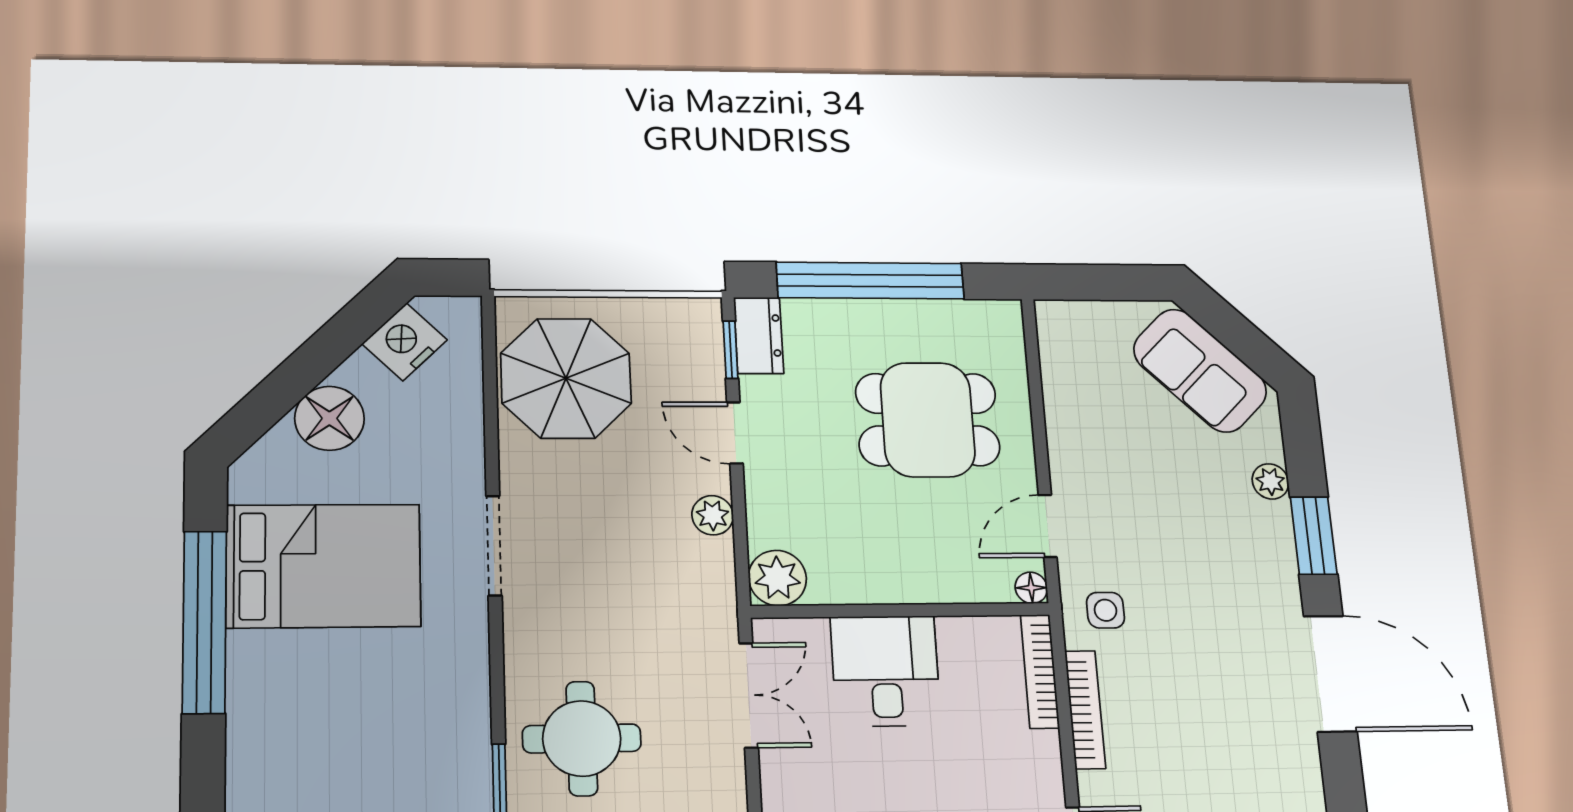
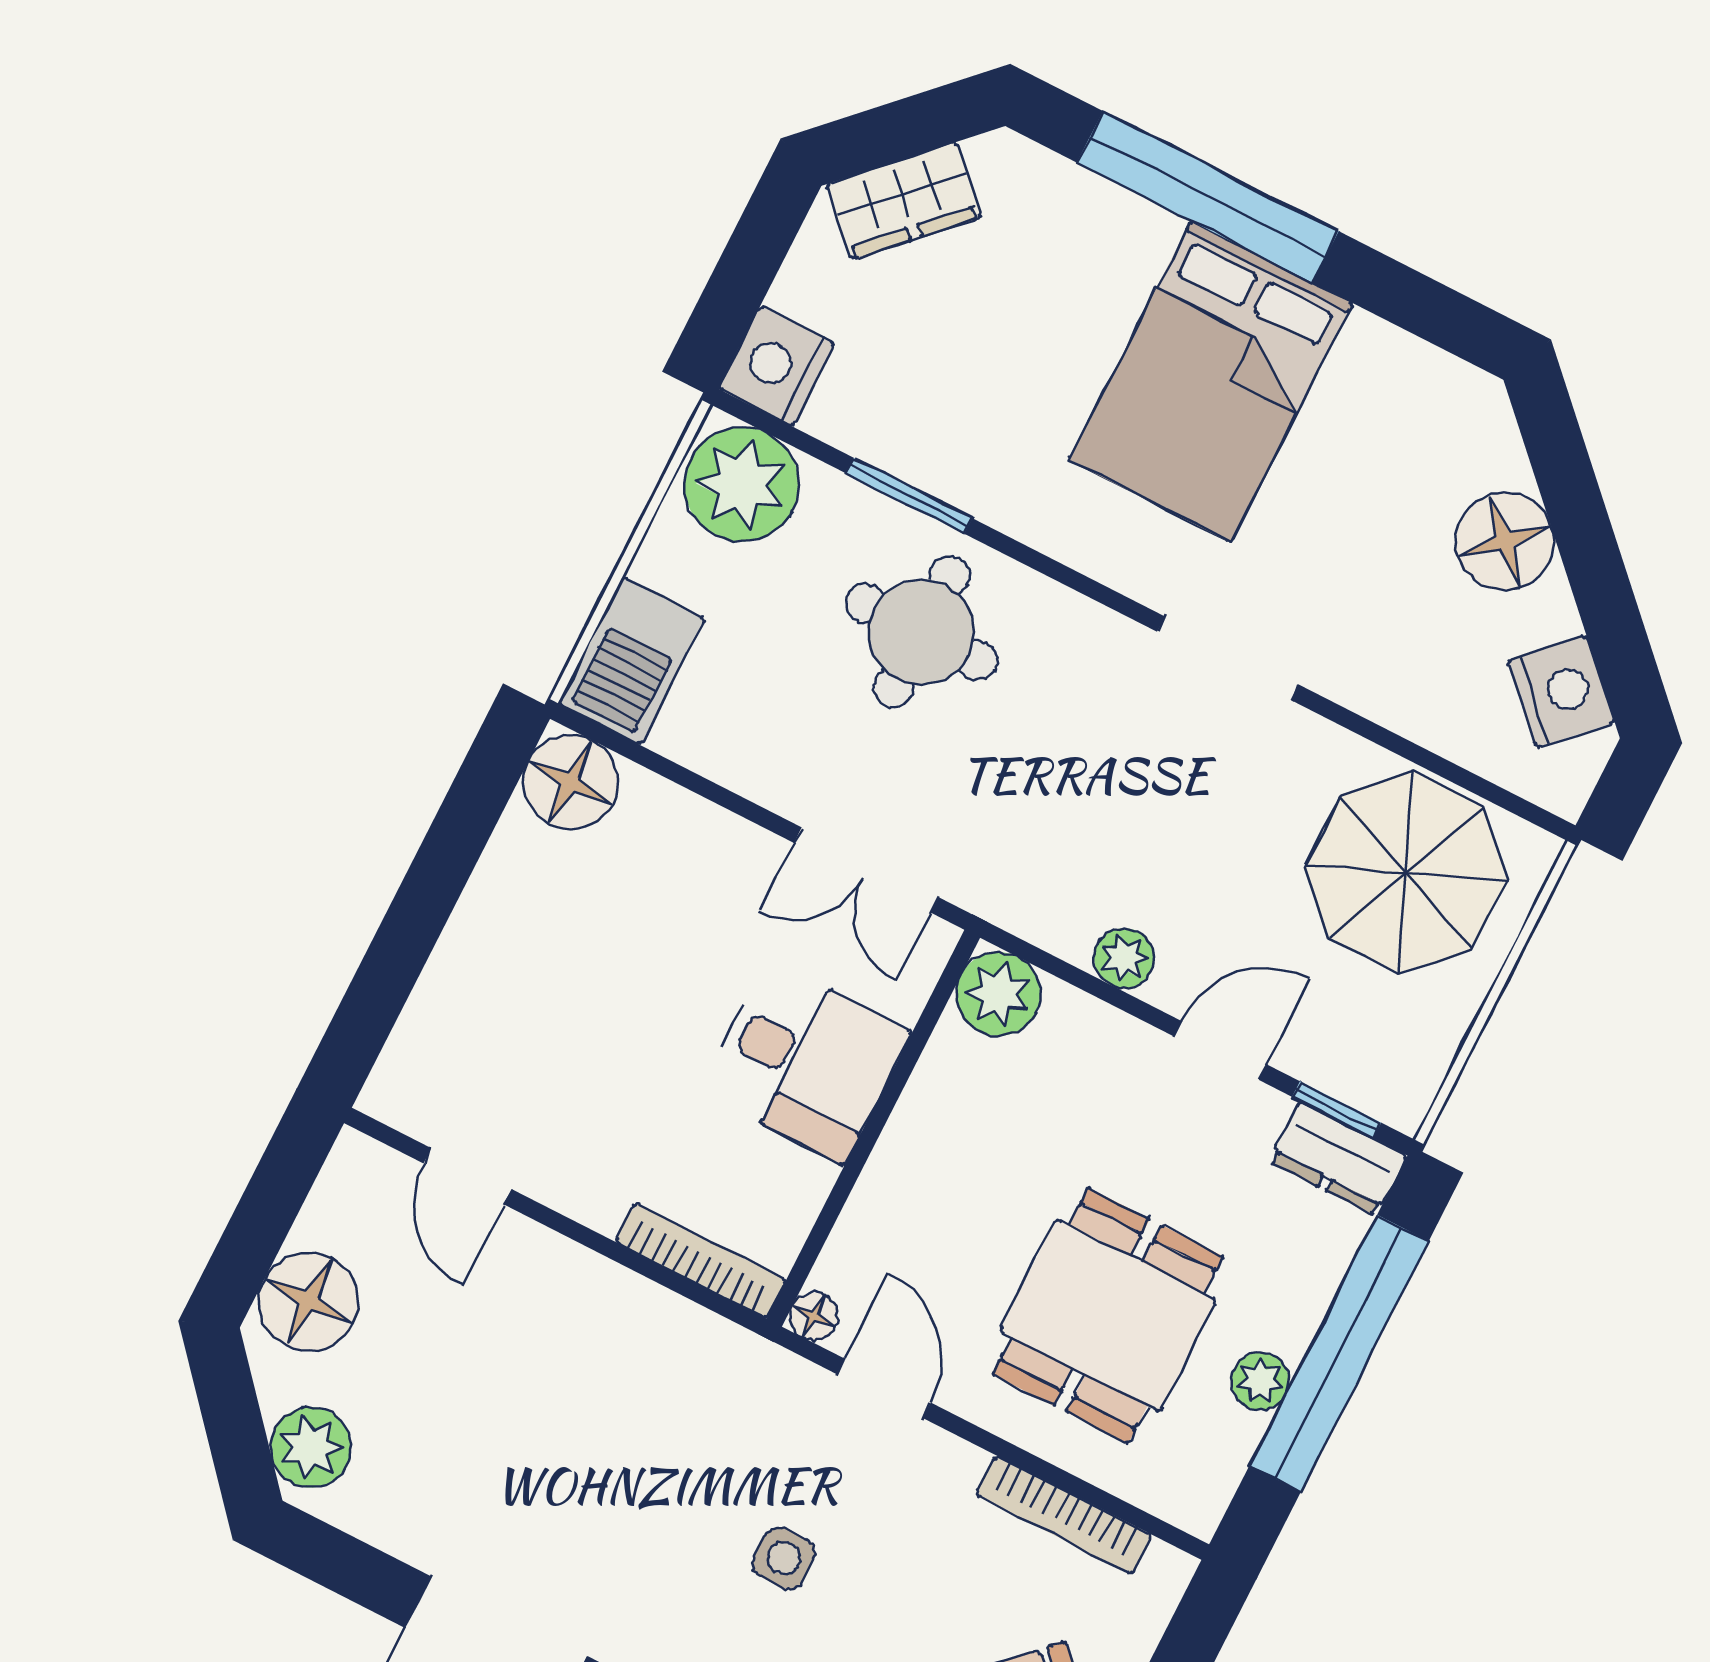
plant: (913, 316) -> (1260, 1381), added
bed: (323, 566) -> (1211, 382), moved
side table: (1105, 610) -> (784, 1558), moved
window: (204, 622) -> (1208, 197), moved
bookcase: (1085, 710) -> (1064, 1515), moved

